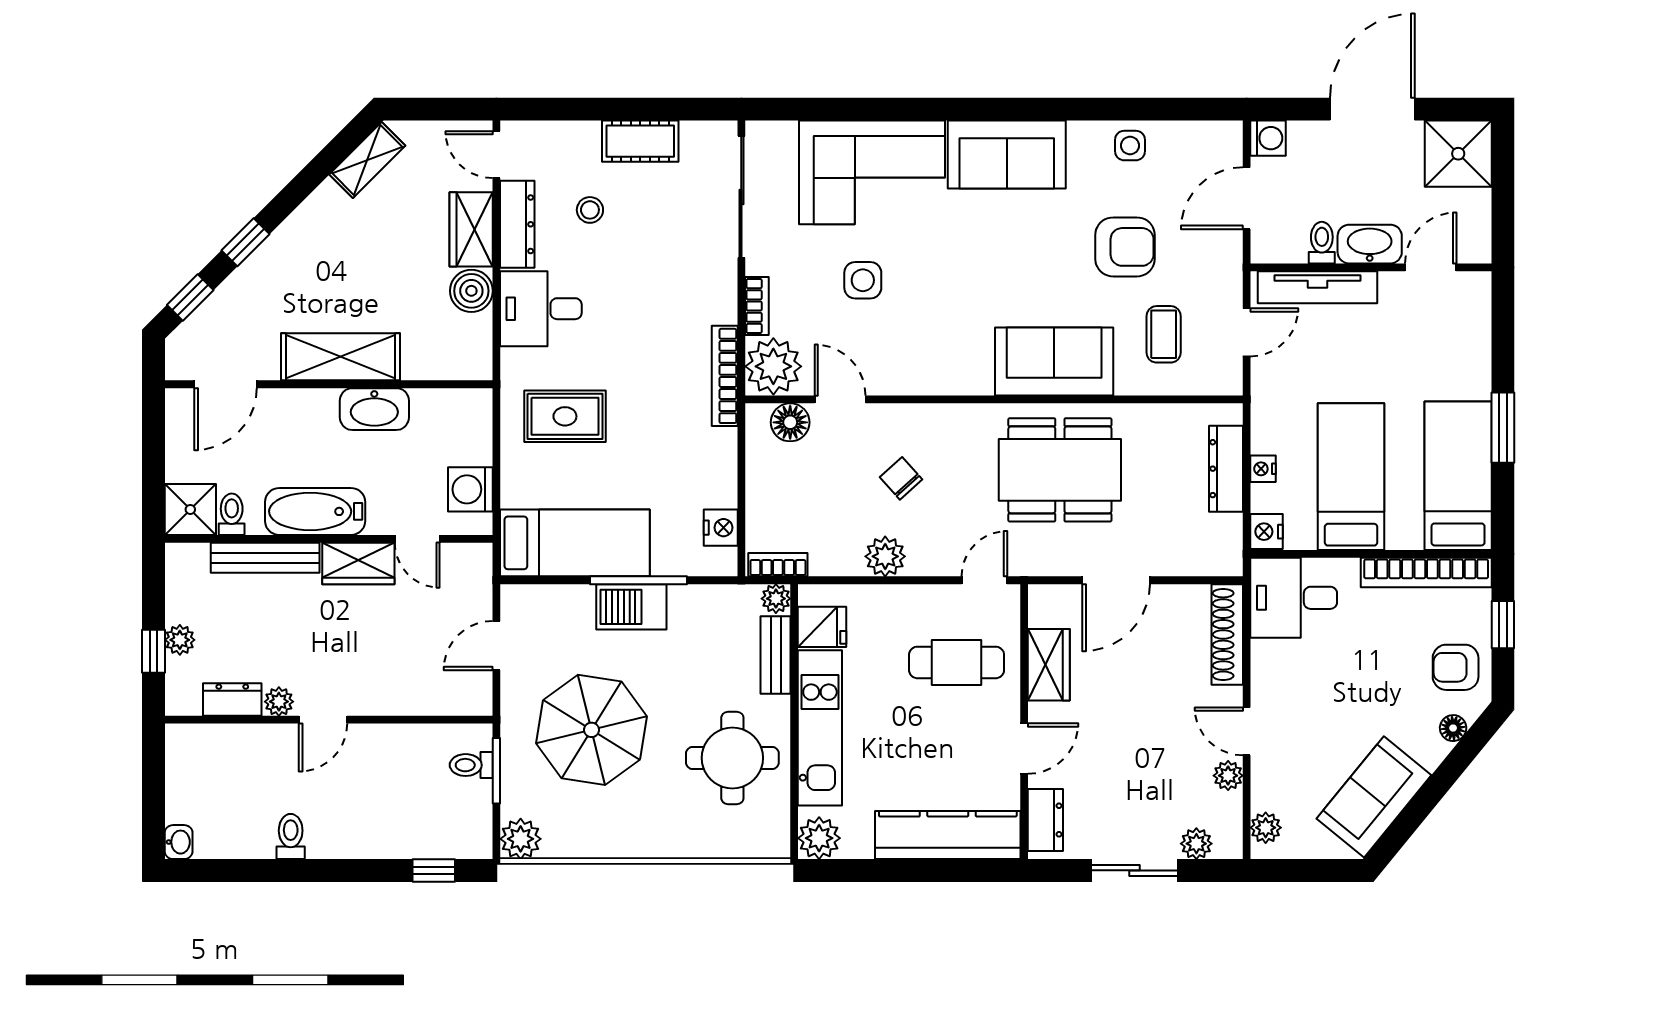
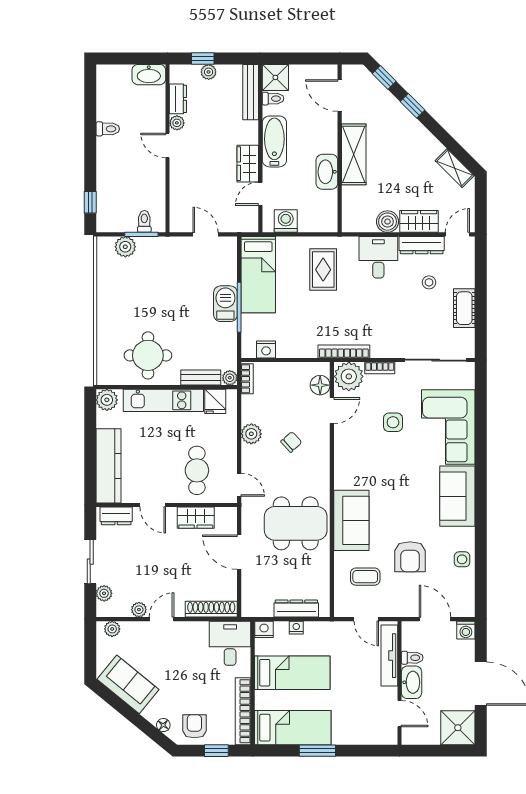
dining table: (1060, 470) -> (296, 523), turned 90
bench: (265, 558) -> (251, 92), moved
parasol: (591, 730) -> (162, 283), removed
plant: (521, 839) -> (125, 247), moved
washbasin: (179, 842) -> (149, 75), moved, width x1.91, depth x1.45

